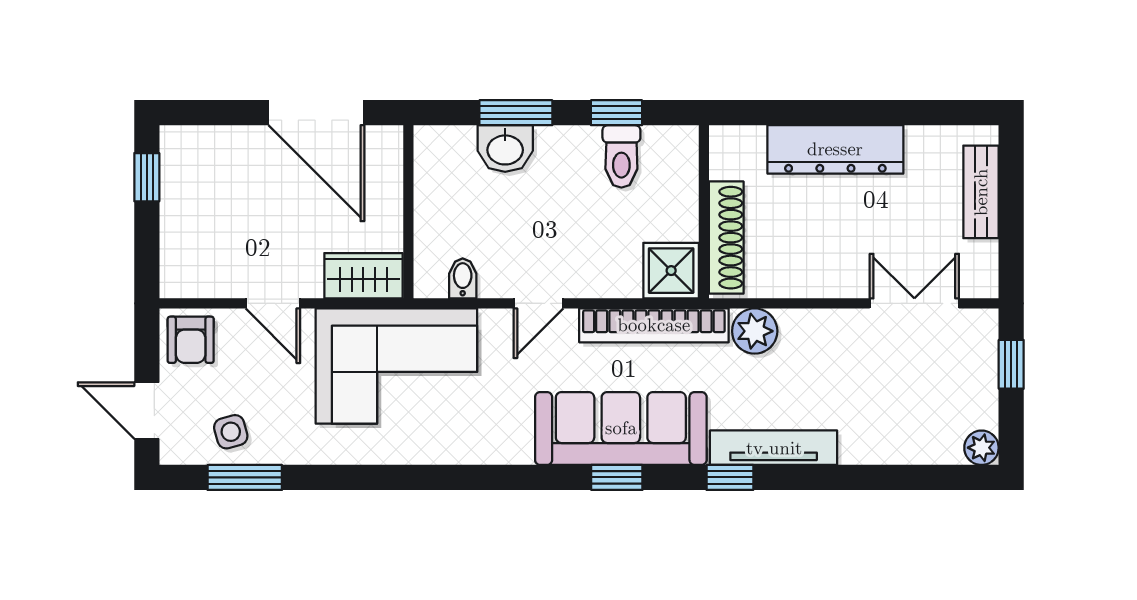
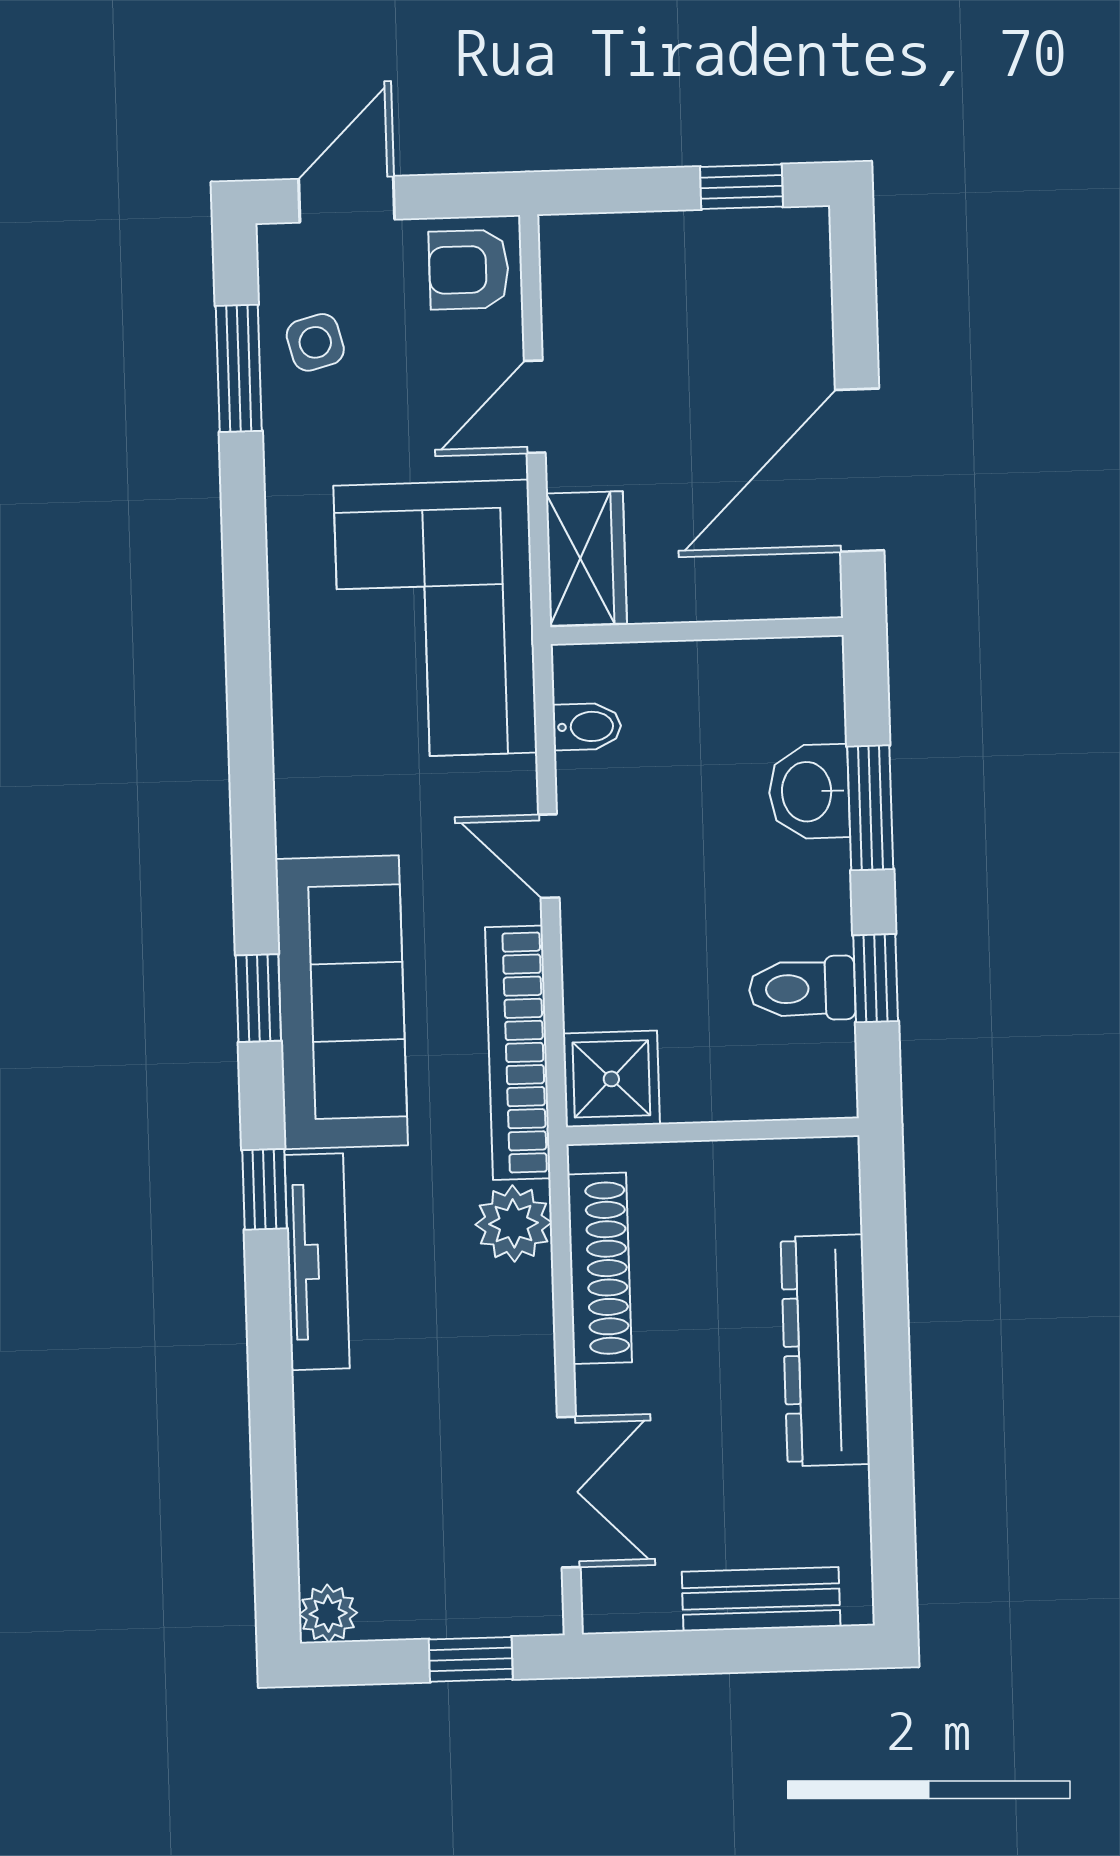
shoe rack: (726, 238) -> (600, 1268), moved, turned -90

